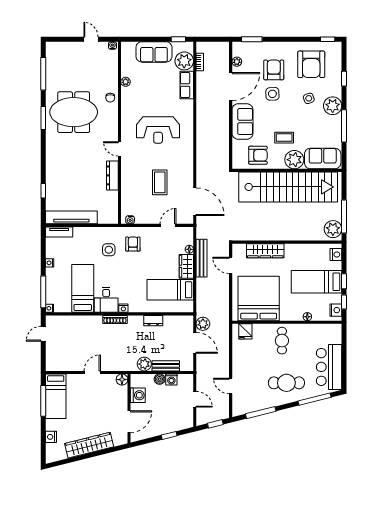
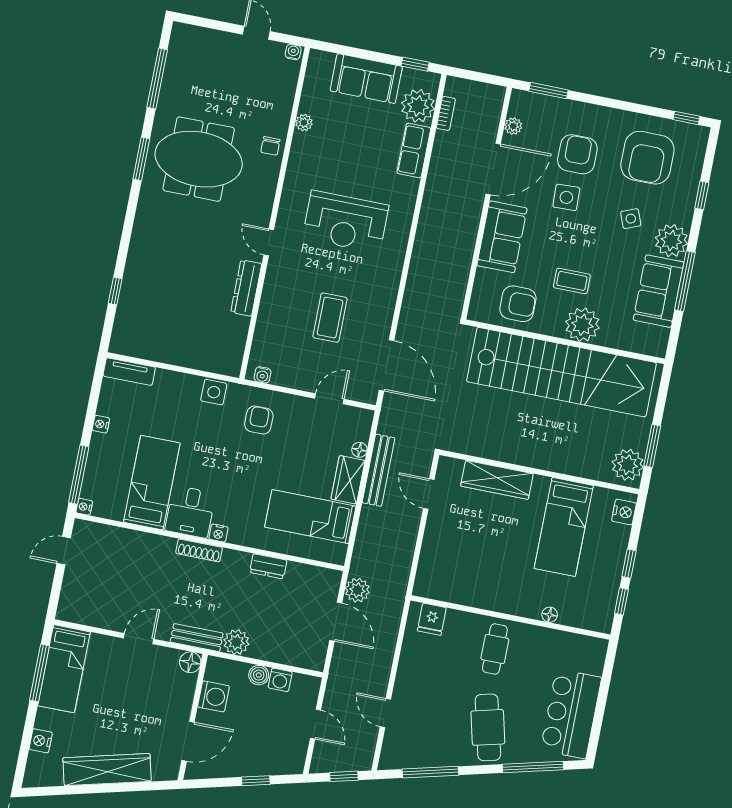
sofa: (323, 159) -> (659, 291), moved, turned -90
window: (344, 216) -> (652, 446), width x0.69
tv unit: (71, 217) -> (157, 349), removed
side table: (109, 250) -> (214, 392), moved
bed: (316, 282) -> (564, 527), moved, turned -90
bed: (259, 298) -> (468, 564), removed
nightstand: (336, 310) -> (604, 613), removed
bench: (166, 366) -> (197, 638), moved
cafe table: (286, 383) -> (488, 727), turned 76

